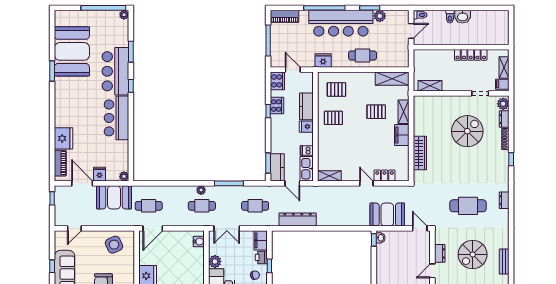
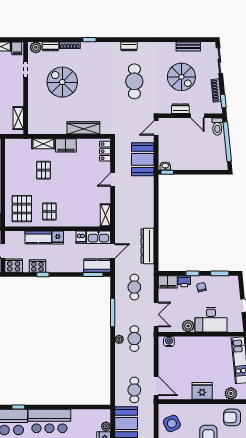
shelving: (392, 79) -> (11, 155), removed
pallet: (336, 89) -> (22, 209), width x1.50, depth x1.42
plant: (124, 176) -> (106, 426), moved
locker: (385, 176) -> (105, 151), moved

